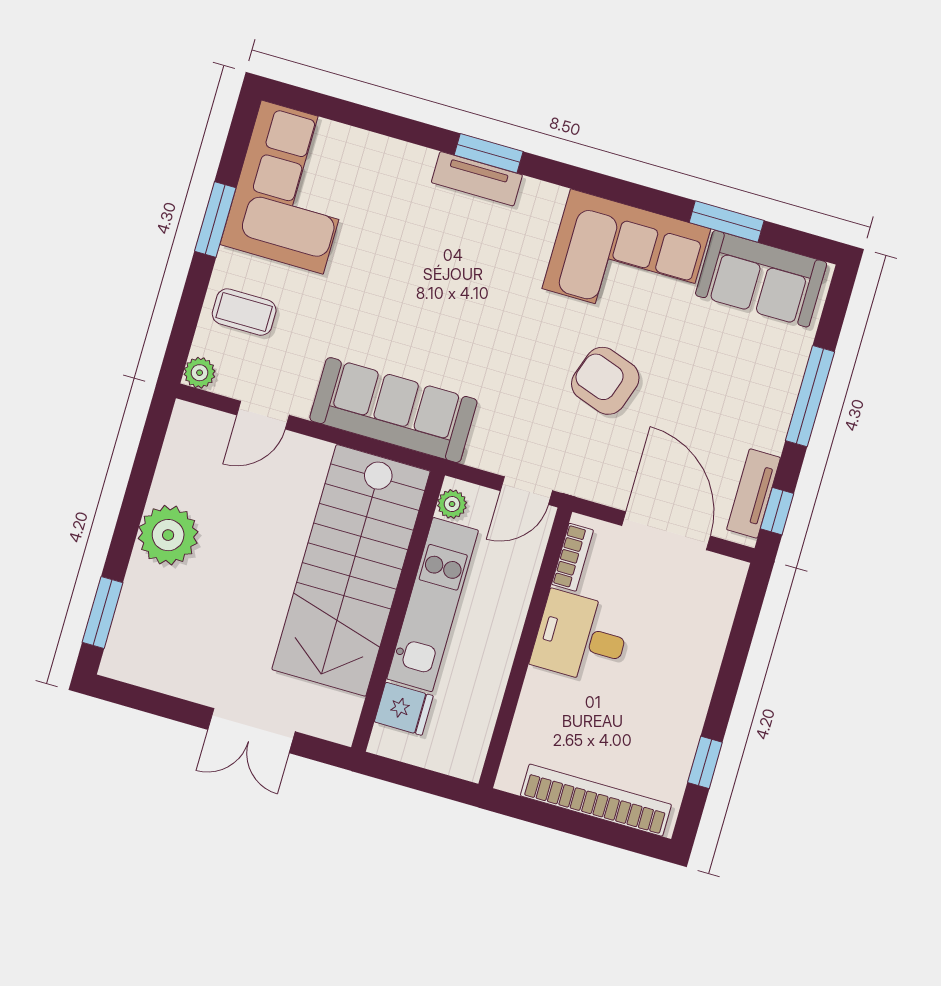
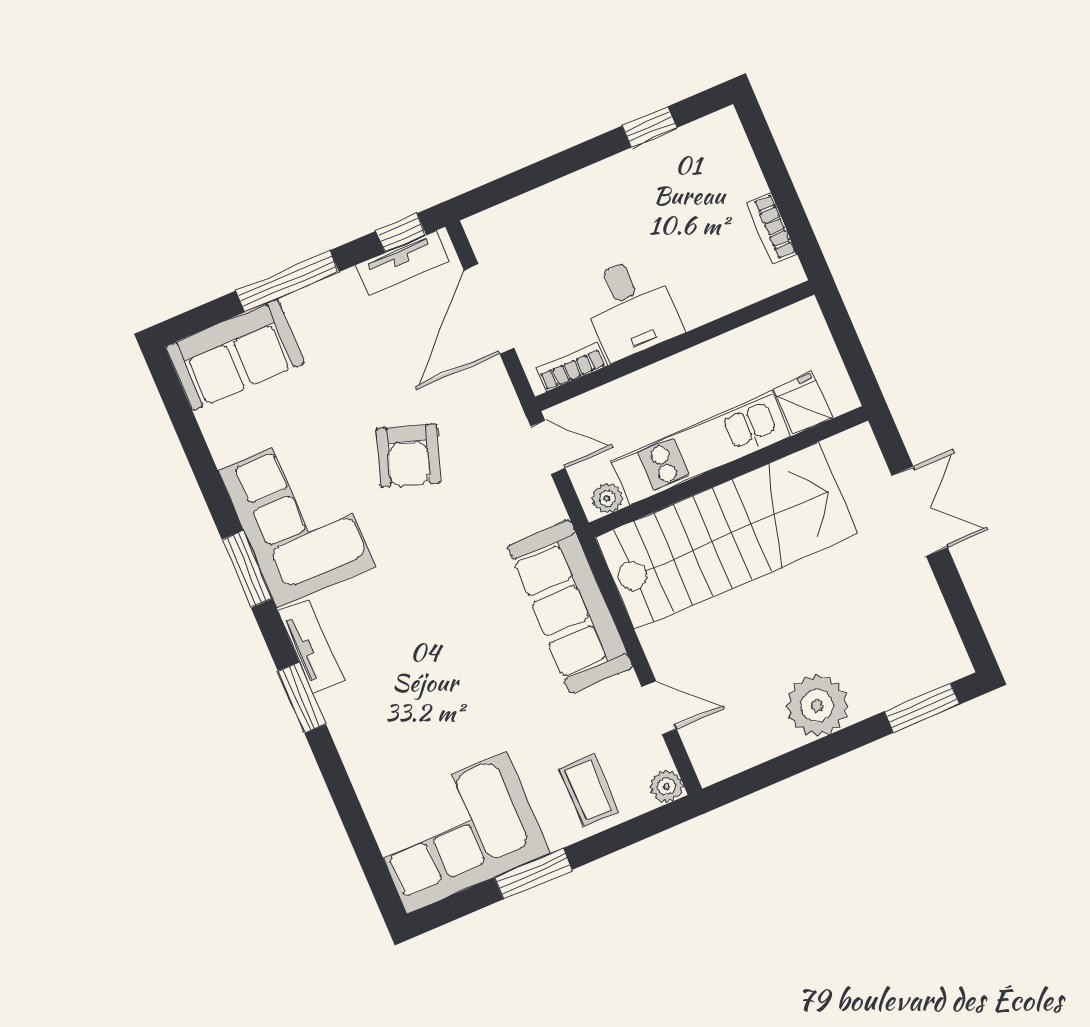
tv unit: (477, 179) -> (311, 646), moved
window: (727, 222) -> (247, 569), moved
sofa: (761, 279) -> (235, 355), moved, turned 90
bookcase: (596, 800) -> (772, 228), width x0.43, depth x0.76

